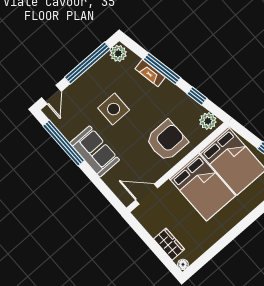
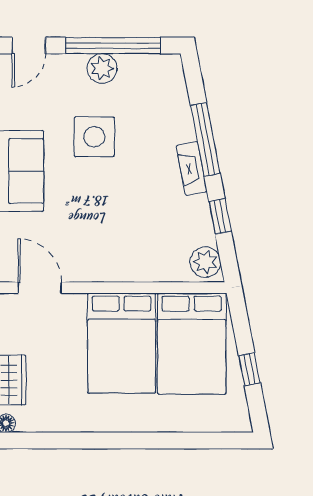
plant: (118, 53) -> (102, 68), moved
fireplace: (150, 73) -> (192, 169), moved
armchair: (167, 141) -> (128, 240), removed

